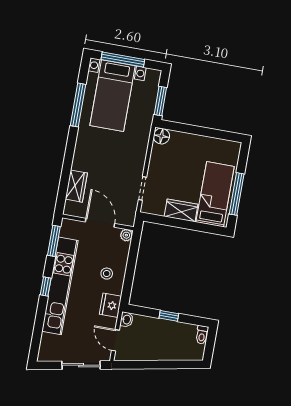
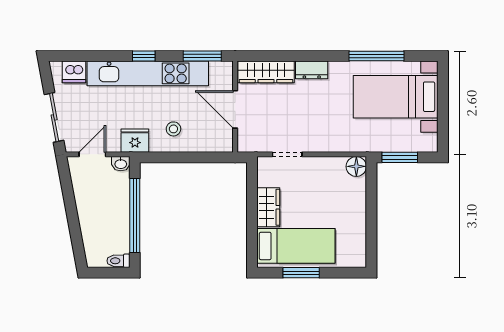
window: (123, 60) -> (443, 102), removed
dresser: (80, 157) -> (312, 70), added
wardrobe: (76, 186) -> (266, 72), width x1.50
window: (237, 194) -> (301, 273), width x0.69
door: (100, 223) -> (235, 109), swing flipped
plant: (126, 235) -> (226, 145), removed
window: (169, 316) -> (135, 216), width x3.17
dishwasher: (48, 343) -> (74, 72), added

